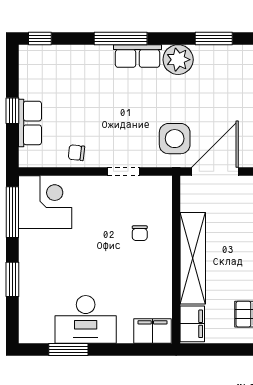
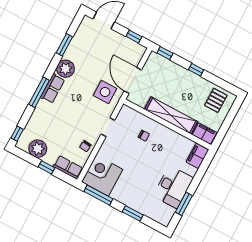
plant: (34, 82) -> (38, 149), added
row of seats: (30, 123) -> (68, 167), moved

